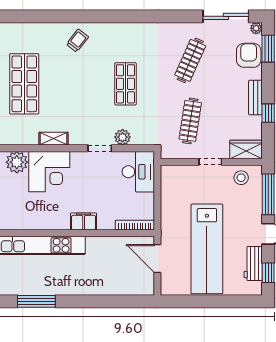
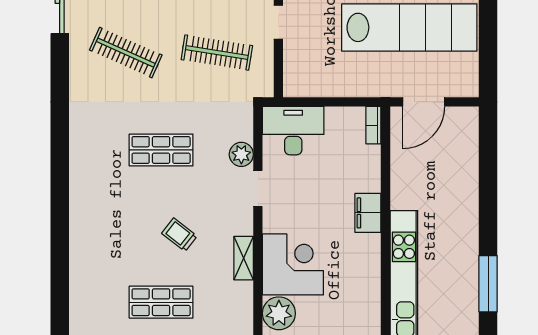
trolley: (77, 41) -> (179, 235), moved
shop shelf: (24, 84) -> (161, 302), width x0.70, depth x0.74
bookcase: (135, 225) -> (373, 125), width x0.64

